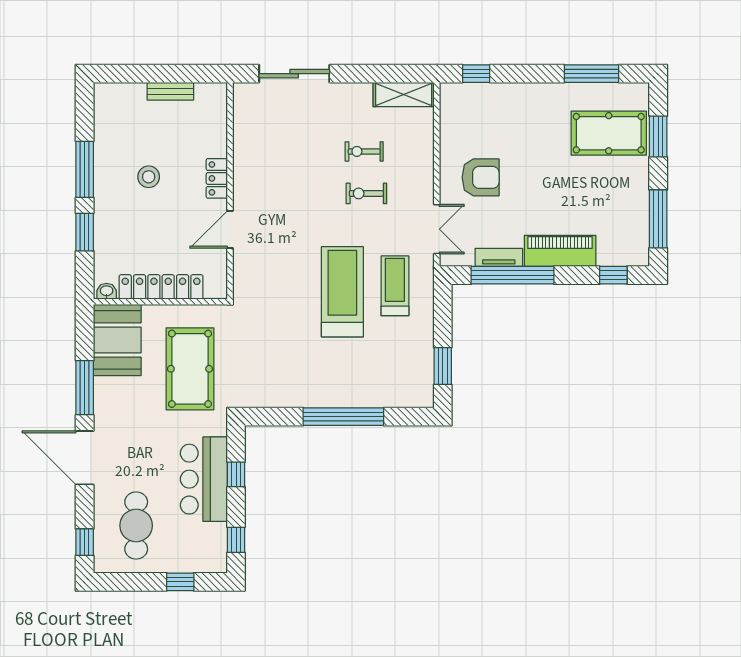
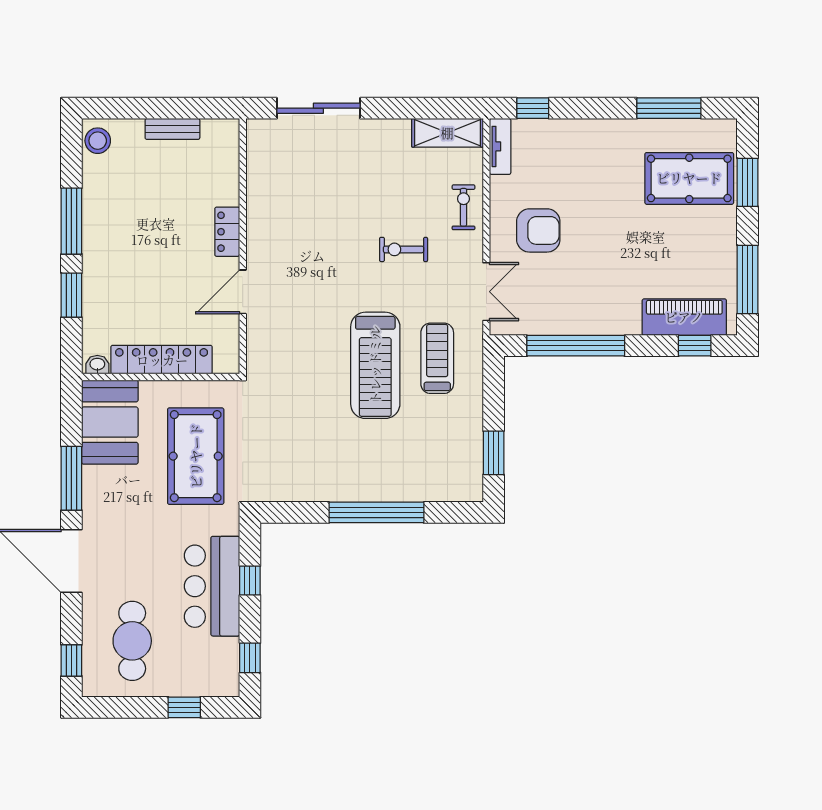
exercise bike: (364, 151) -> (463, 207), moved, turned 90
stool: (149, 177) -> (98, 141), moved
piano: (560, 251) -> (684, 317), moved
tv unit: (499, 257) -> (500, 146), moved, turned 90
treadmill: (342, 292) -> (375, 365), turned 180

